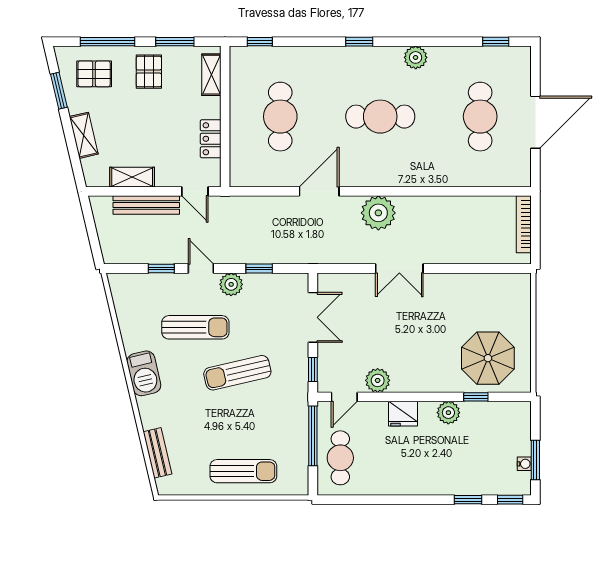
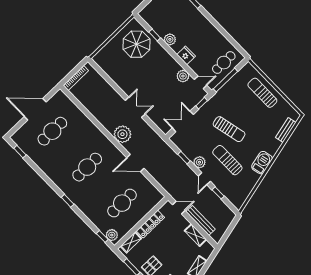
plant: (416, 57) -> (112, 235), moved
cafe table: (380, 117) -> (87, 167), turned 90
locker: (211, 139) -> (150, 224), width x1.53
door: (195, 191) -> (179, 208), hinge flipped

